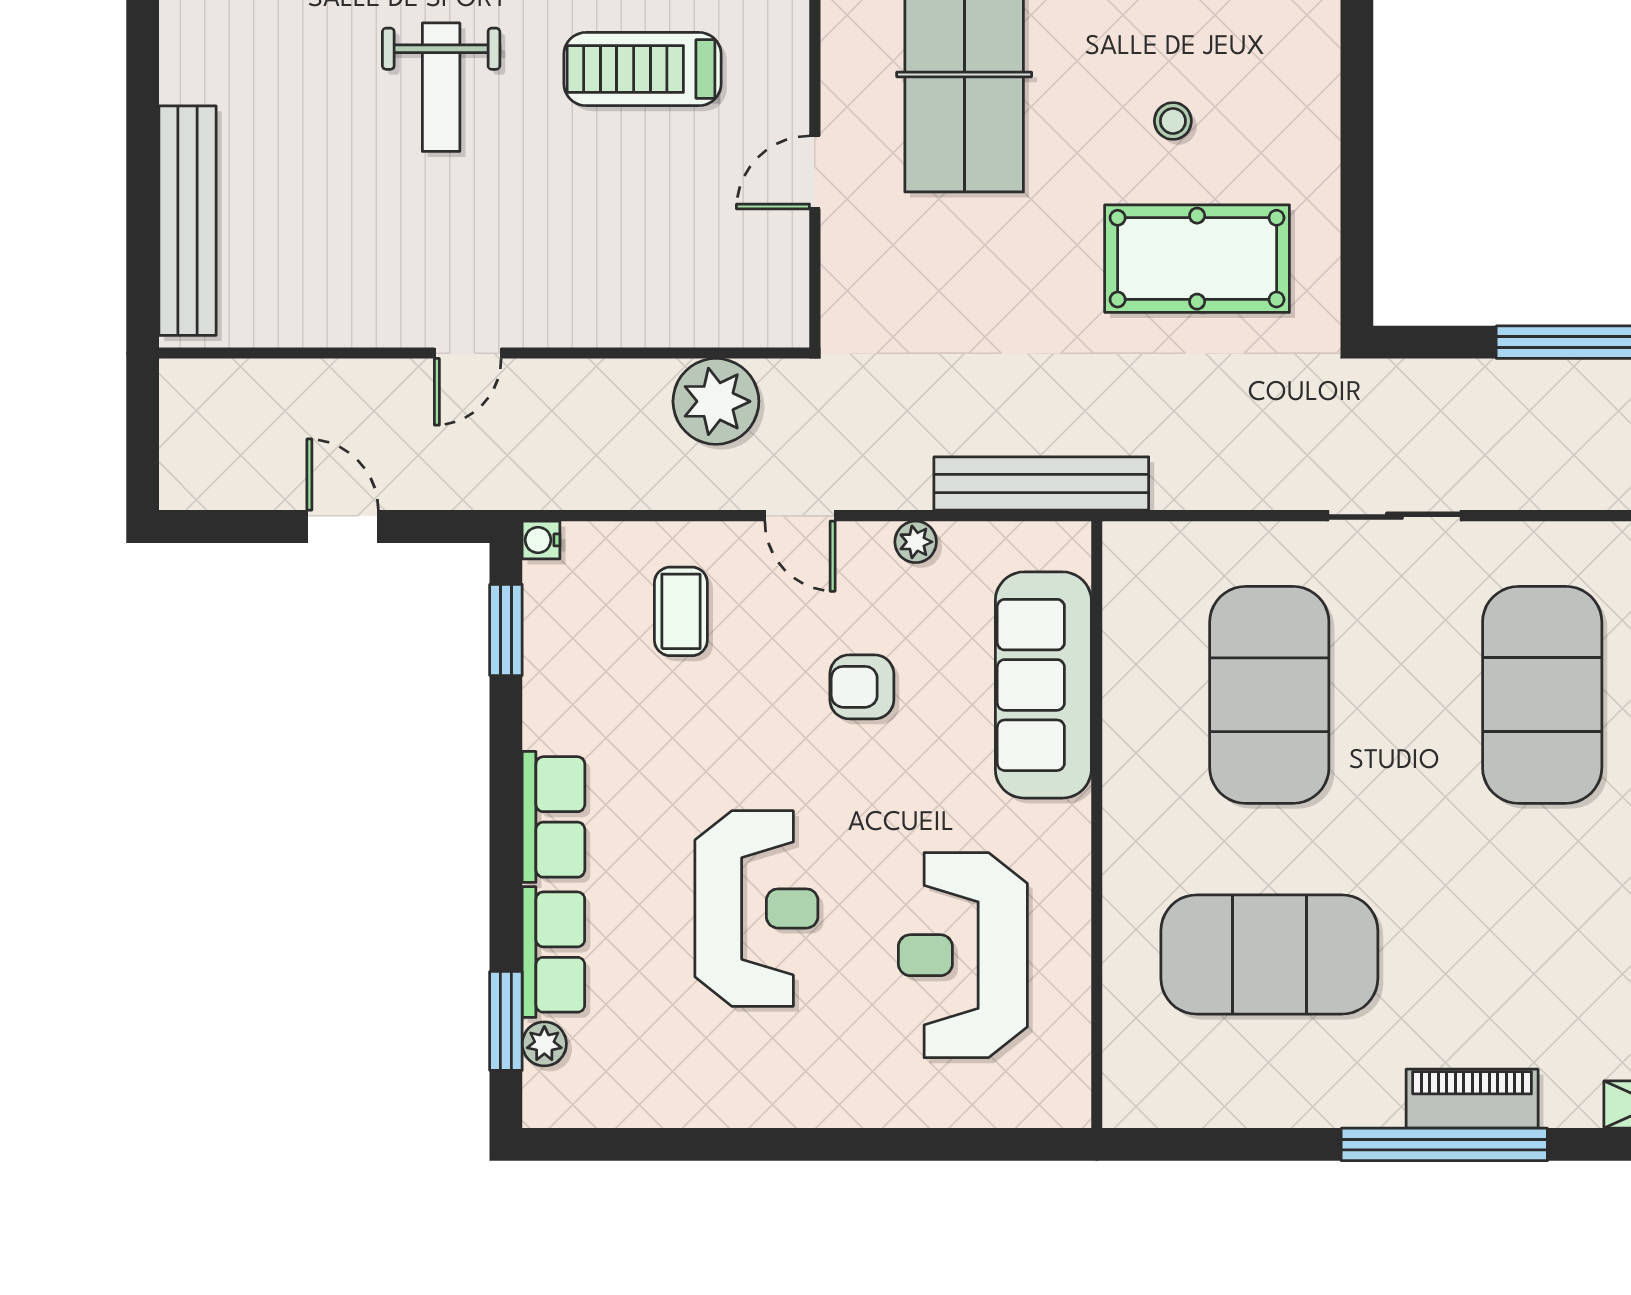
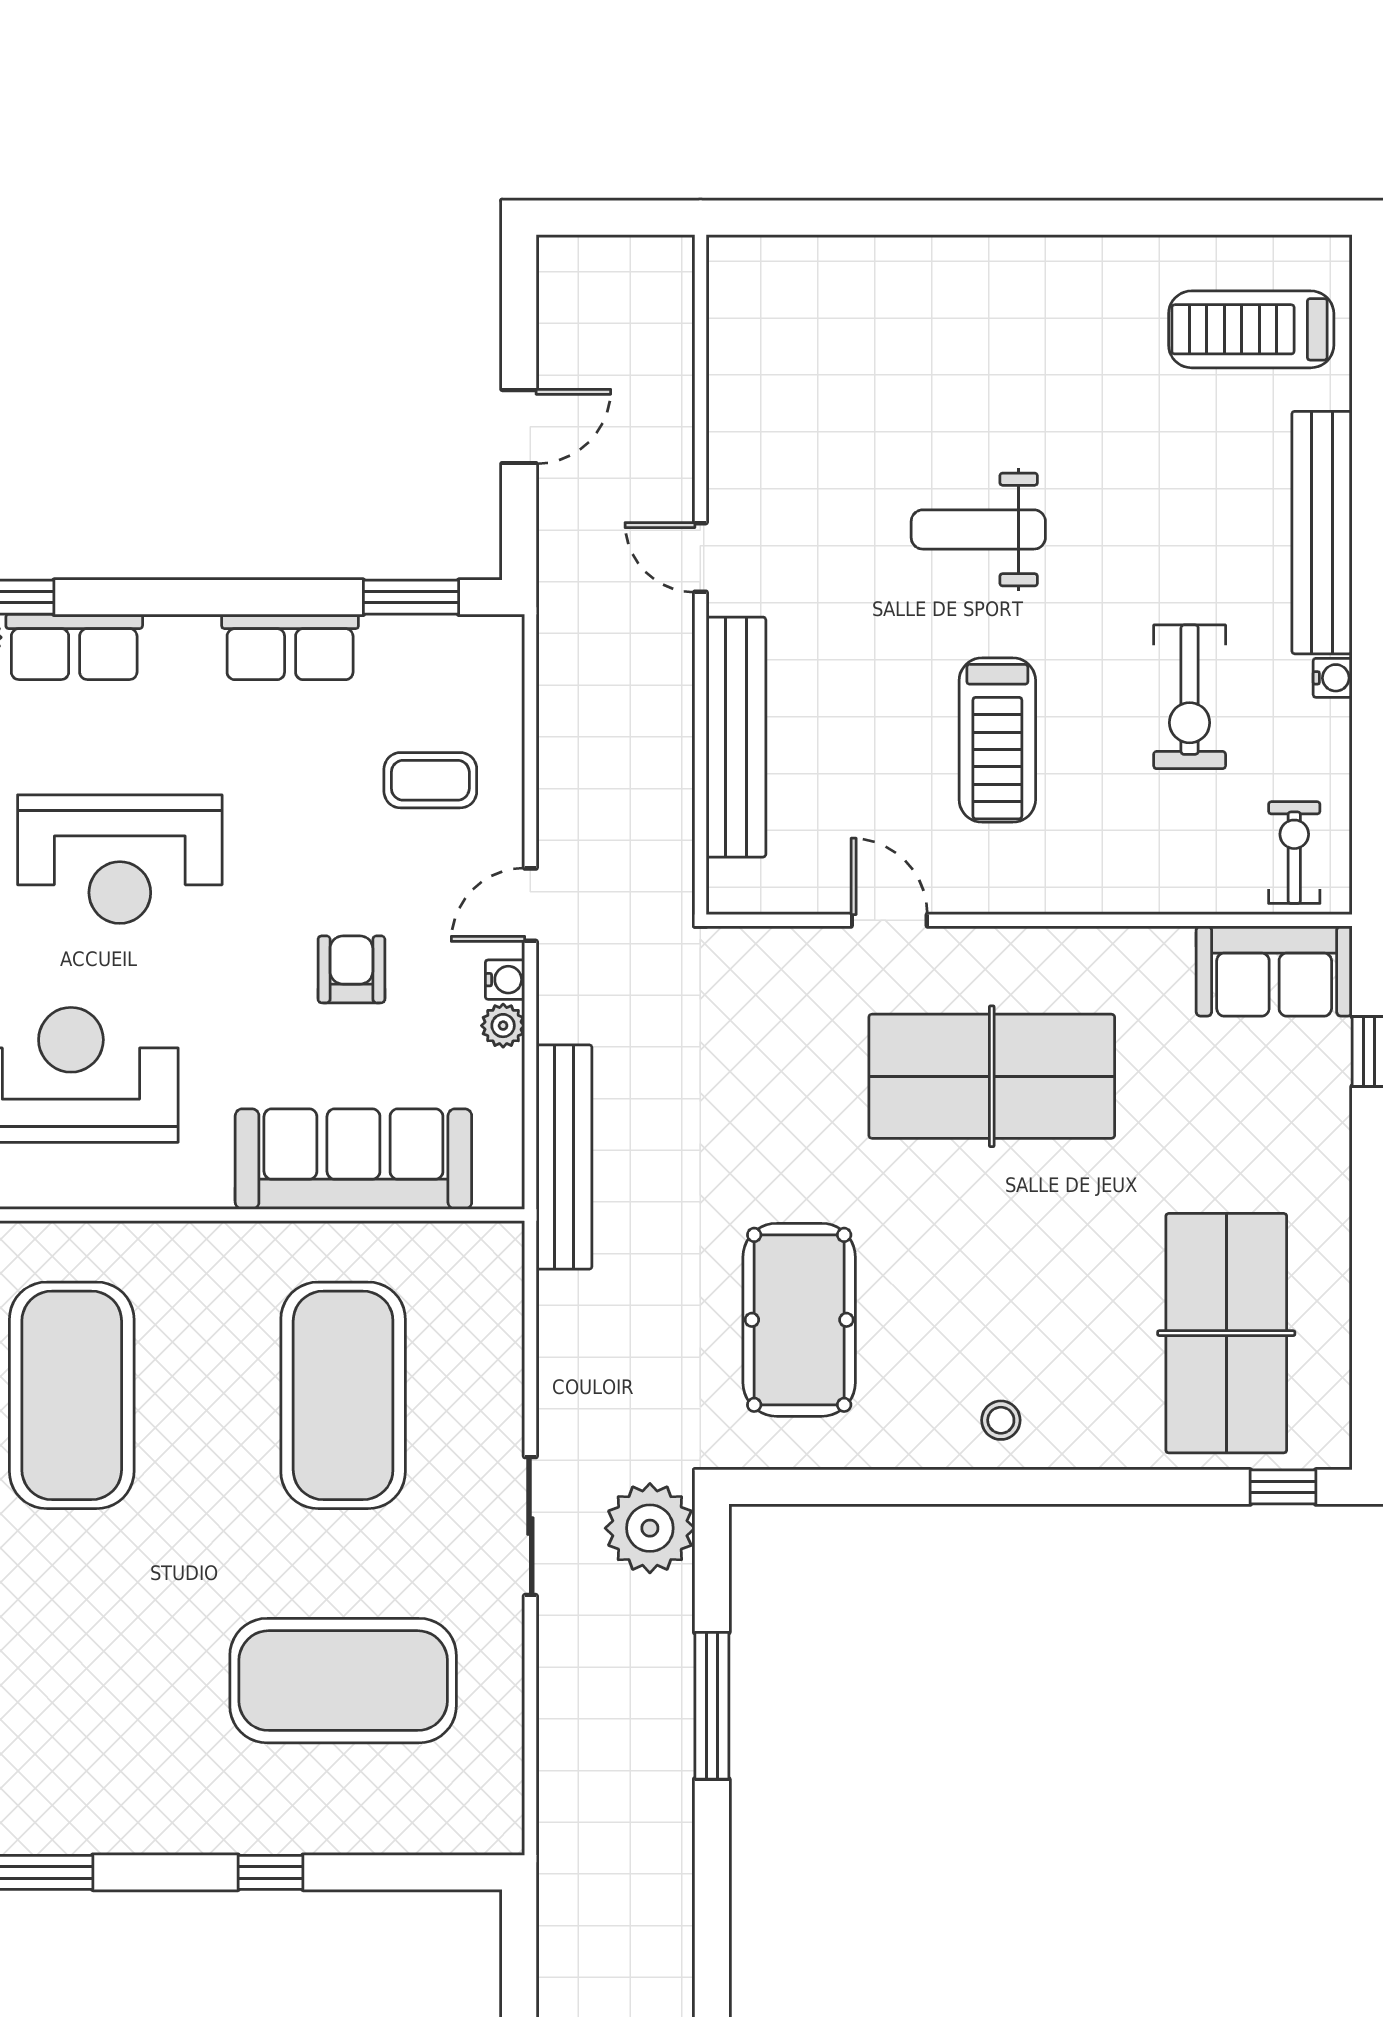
treadmill: (643, 69) -> (997, 740), turned 180
stool: (1173, 121) -> (1001, 1420), moved
bench: (188, 221) -> (736, 737), moved, turned 90
plant: (716, 401) -> (650, 1528), moved
water cooler: (541, 540) -> (505, 980), moved, turned 90
exercise mat: (1269, 695) -> (343, 1395), turned 90
row of seats: (553, 817) -> (290, 647), moved

